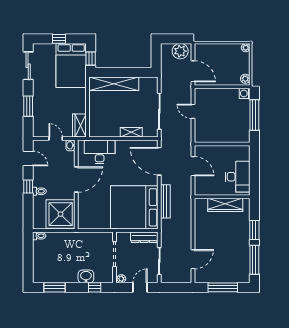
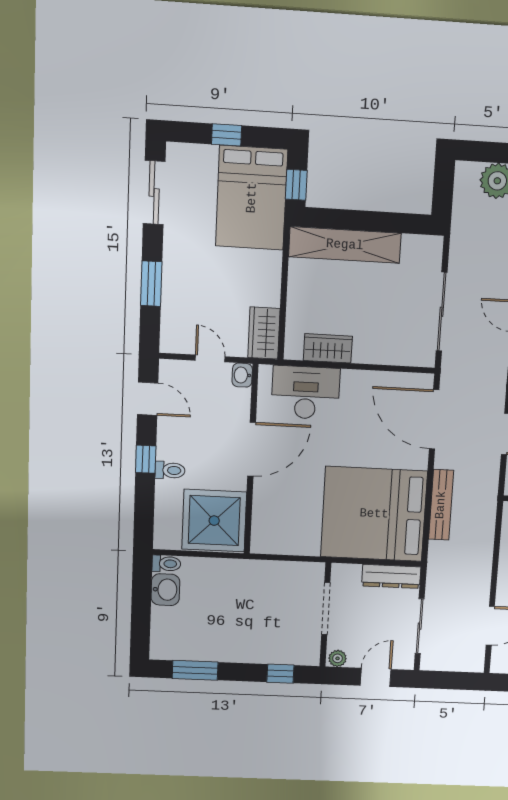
wardrobe: (109, 131) -> (328, 348), added
shelving: (131, 132) -> (377, 354), removed
washbasin: (86, 276) -> (165, 590), moved, turned 90

